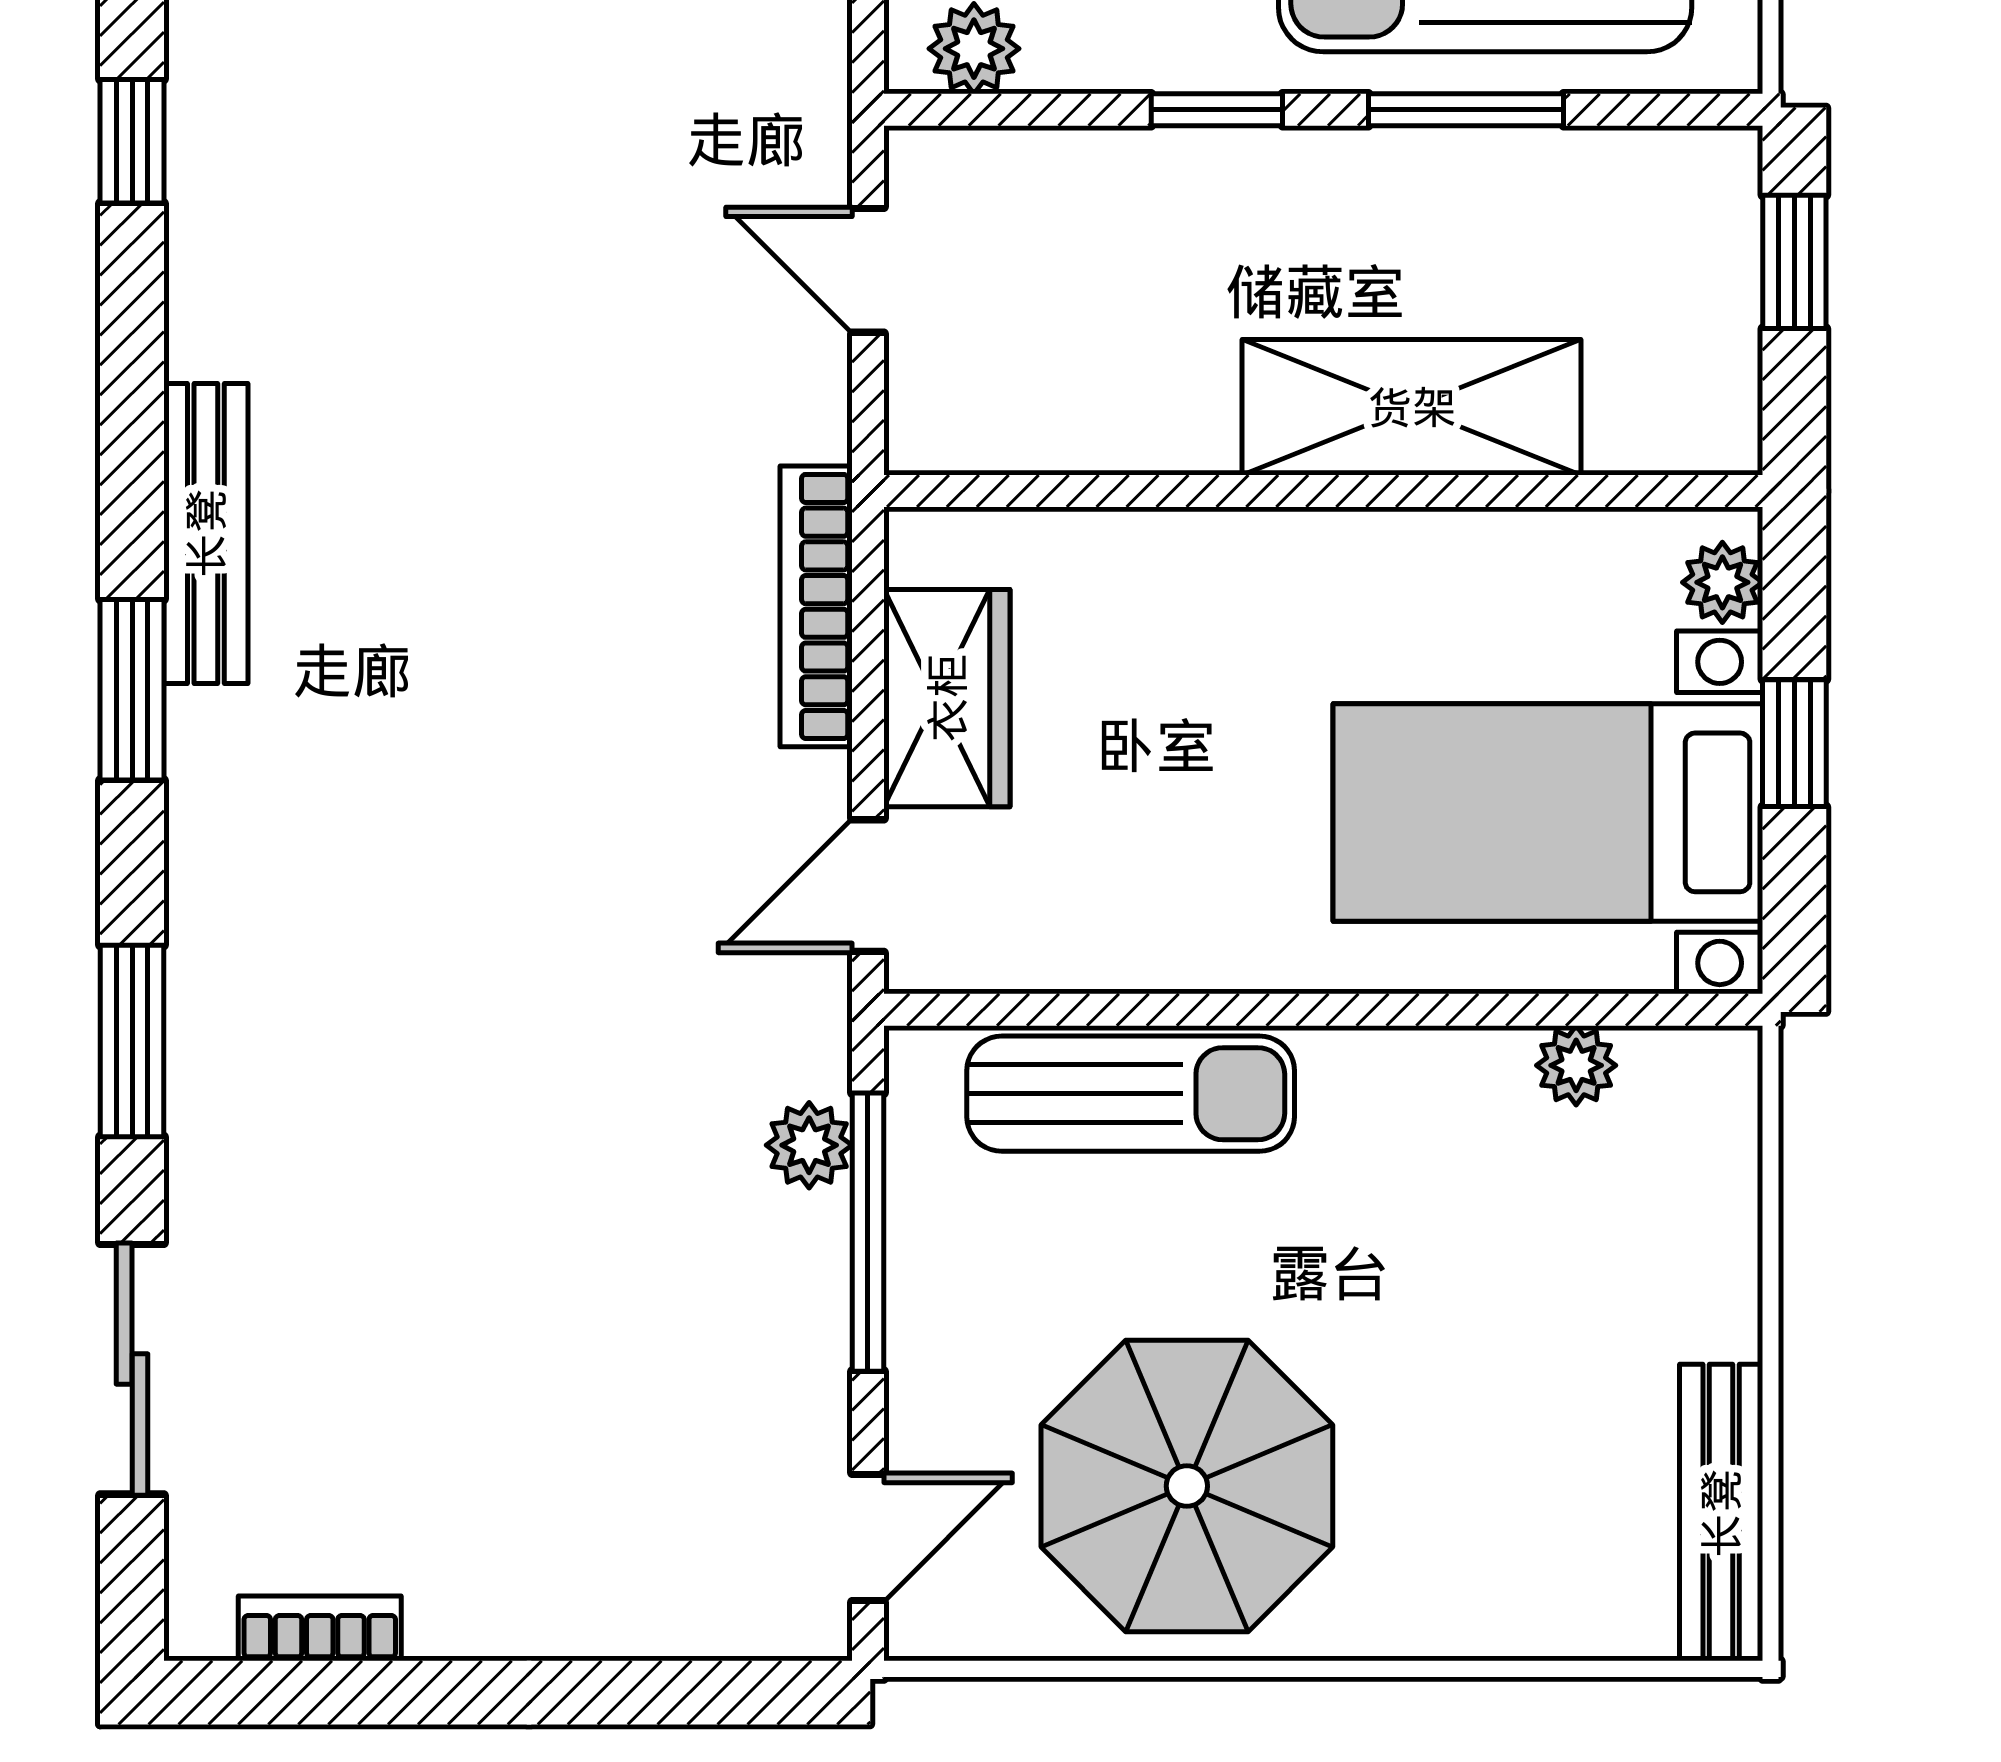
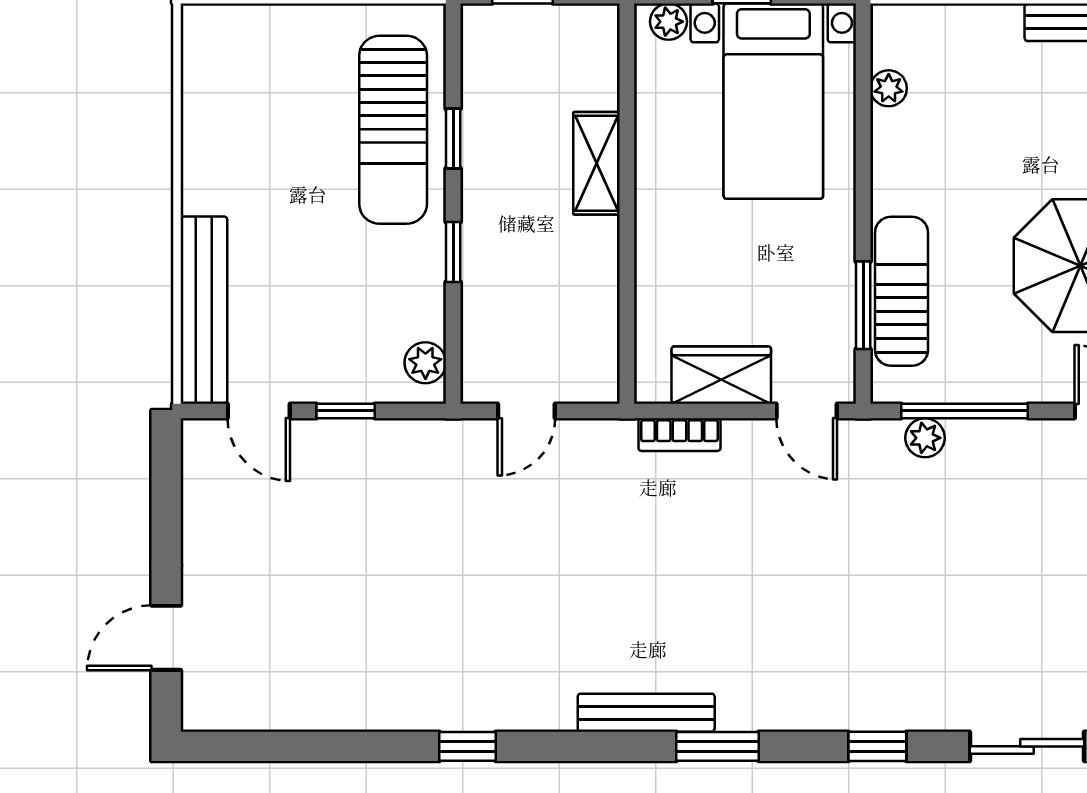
window: (1466, 110) -> (453, 138), width x0.67
shelving: (1412, 407) -> (596, 163), width x0.67, depth x0.75
bookcase: (816, 606) -> (679, 435), width x0.64
window: (1100, 1010) -> (863, 305), added
window: (132, 1041) -> (877, 746), width x0.67

